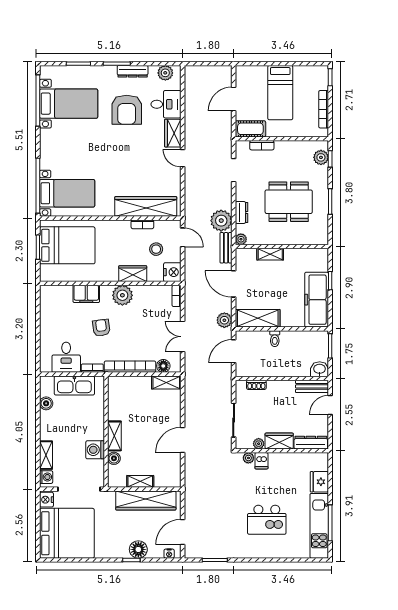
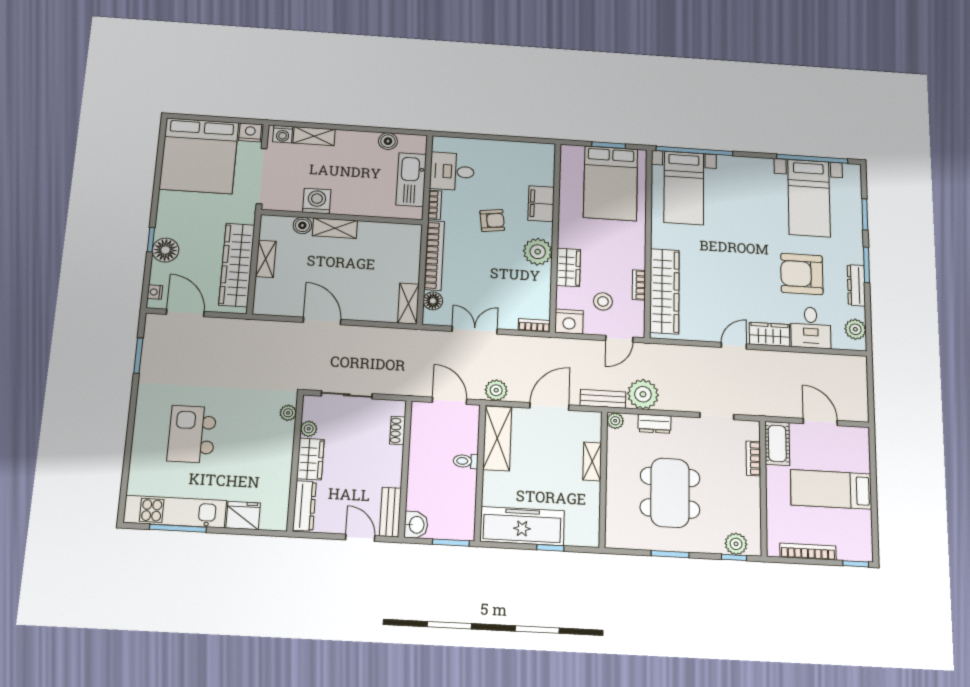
dishwasher: (261, 461) -> (282, 431), removed

